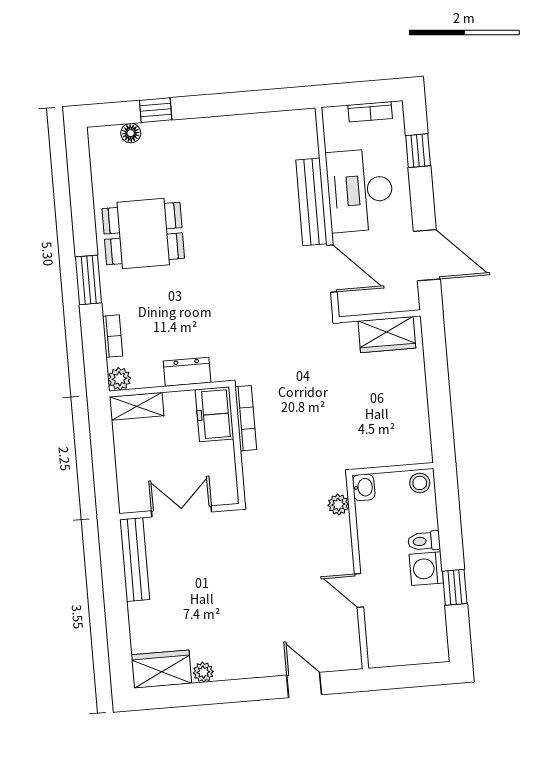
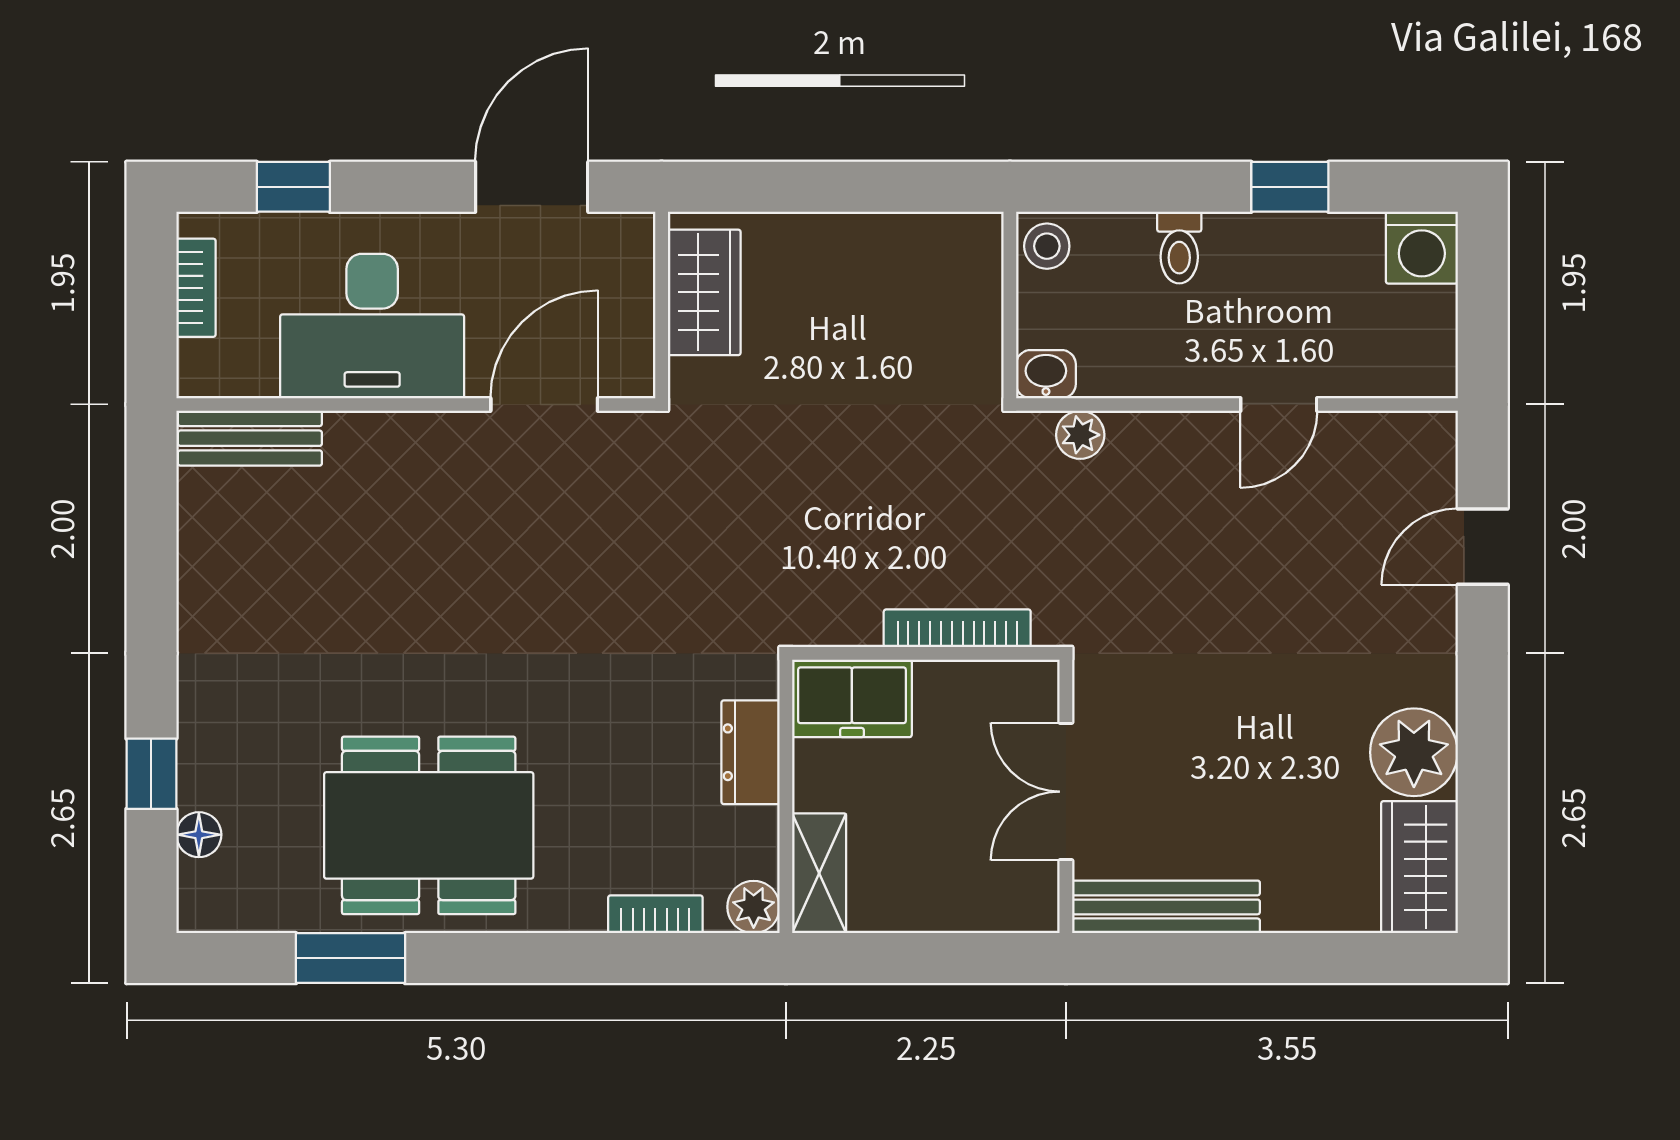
bench: (311, 202) -> (250, 438), moved, width x0.73
dining table: (143, 233) -> (429, 825), width x1.38
window: (89, 280) -> (350, 958), moved
bookcase: (246, 418) -> (957, 628), moved
washing machine: (426, 569) -> (1422, 248), moved
plant: (203, 672) -> (1414, 752), width x1.88, depth x1.88

